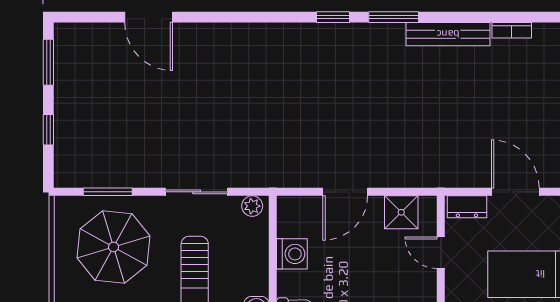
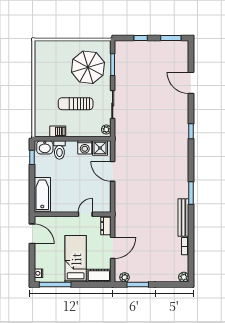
door: (149, 17) -> (191, 83), hinge flipped
window: (333, 17) -> (191, 131), moved
shower: (401, 212) -> (100, 148), moved

